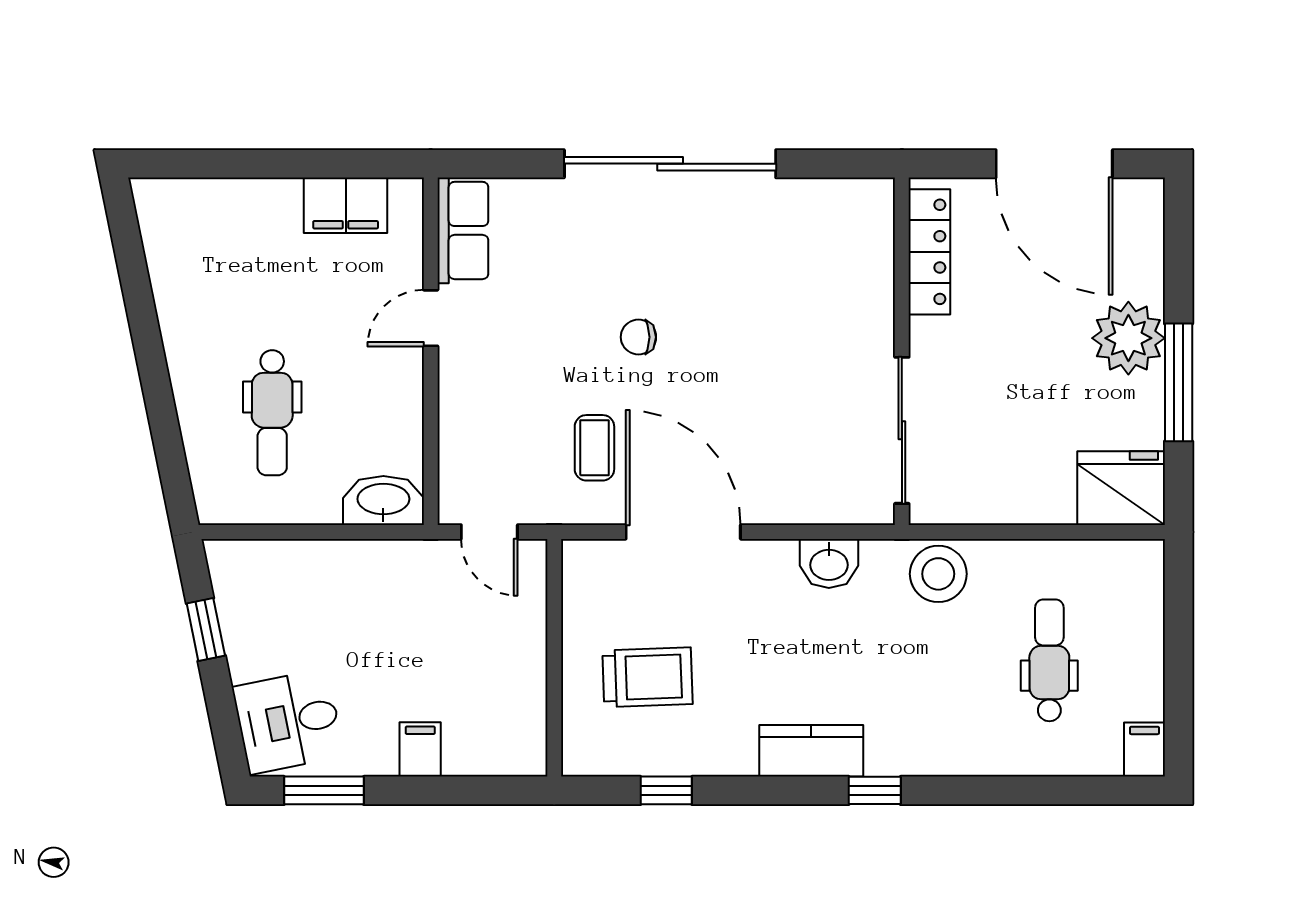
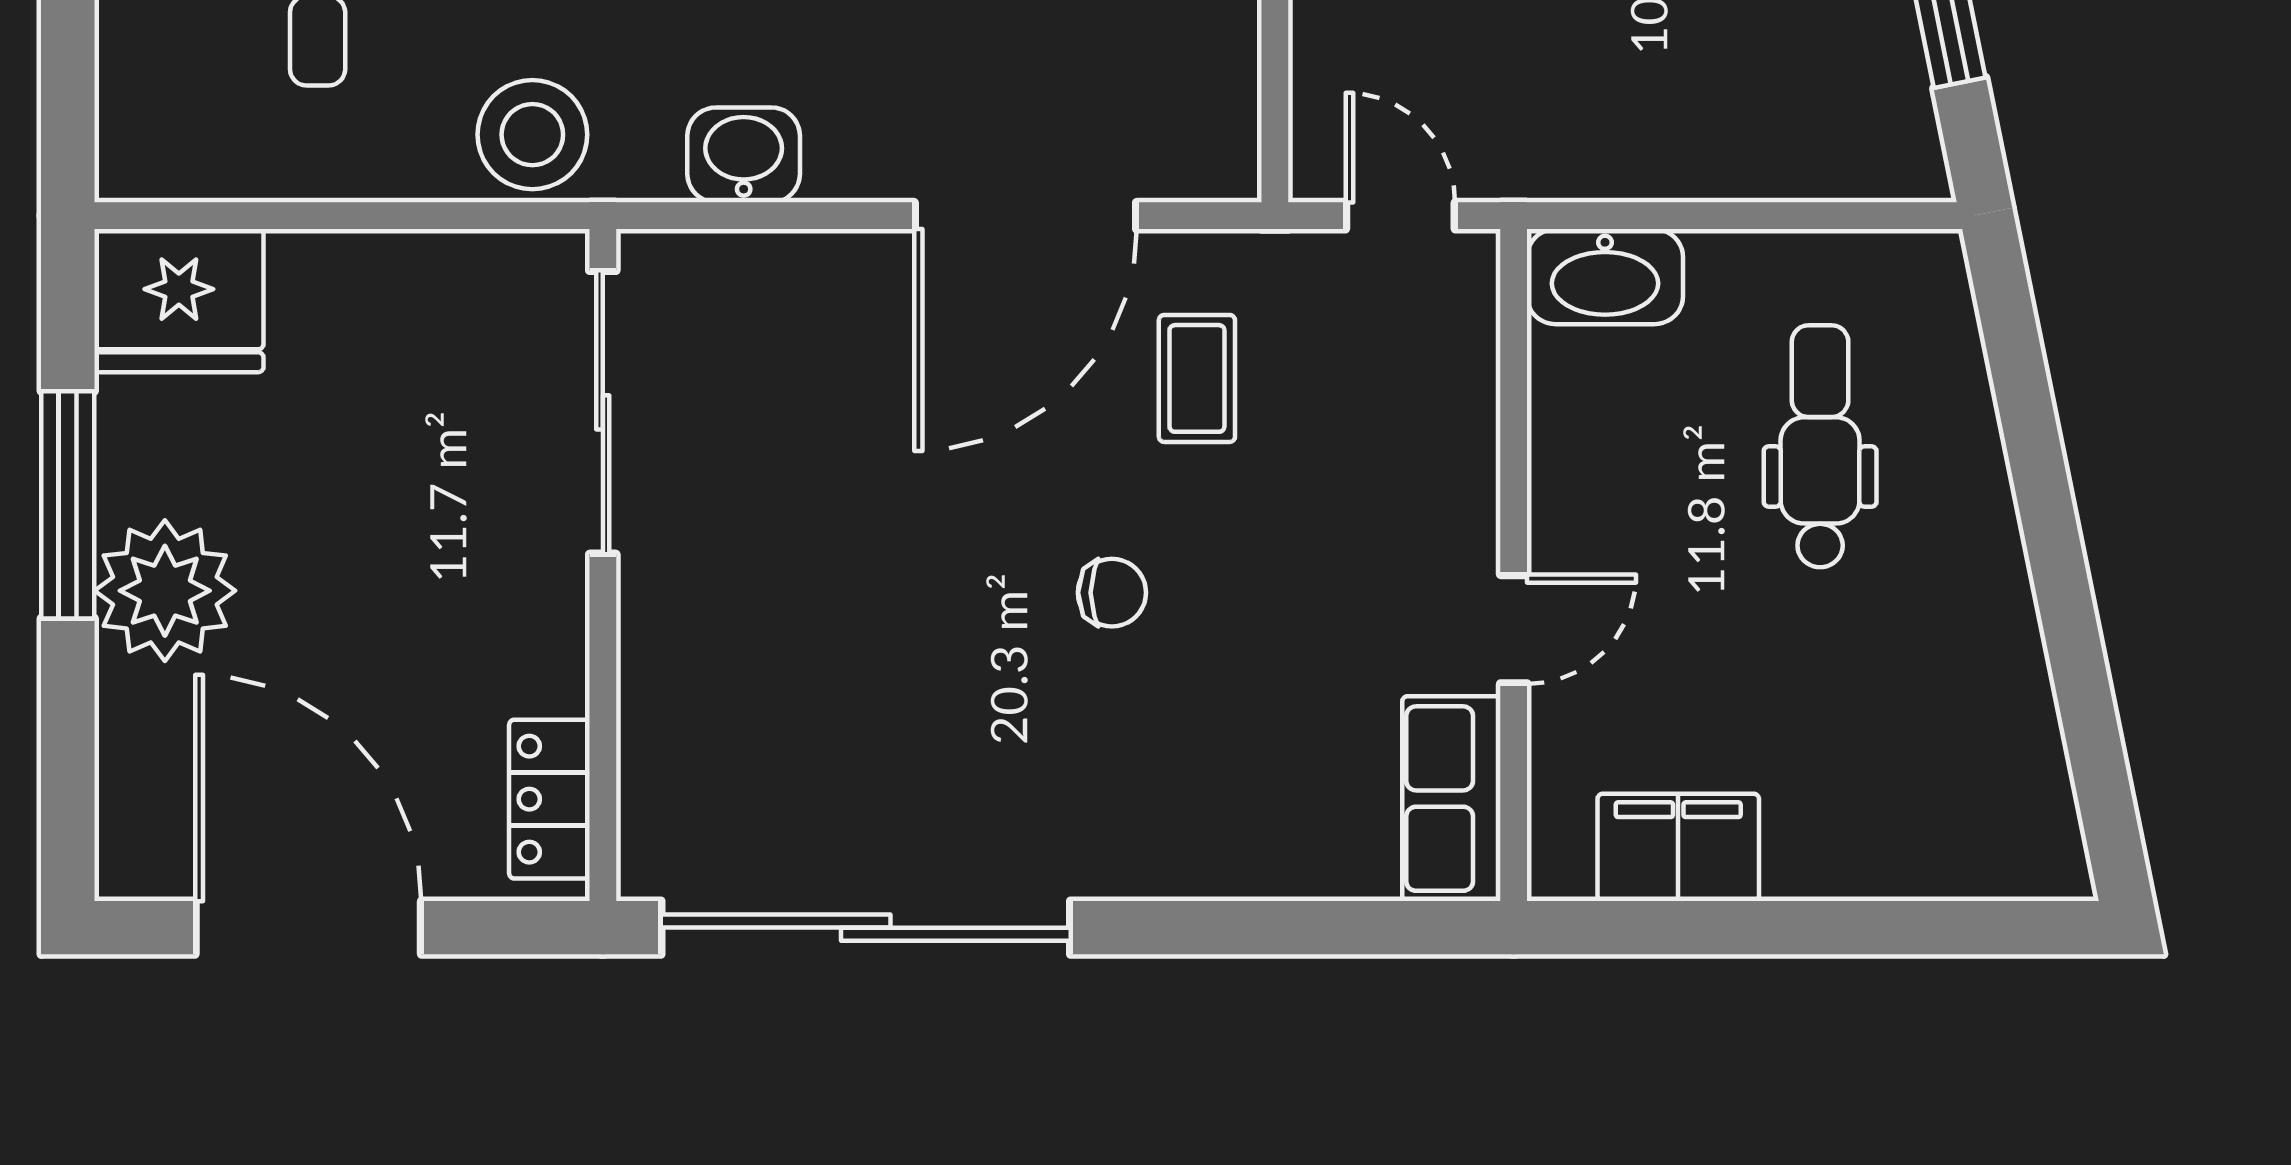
sliding door: (670, 164) -> (866, 928), moved
locker: (929, 252) -> (549, 799), width x0.66
door: (683, 532) -> (1025, 216), hinge flipped

